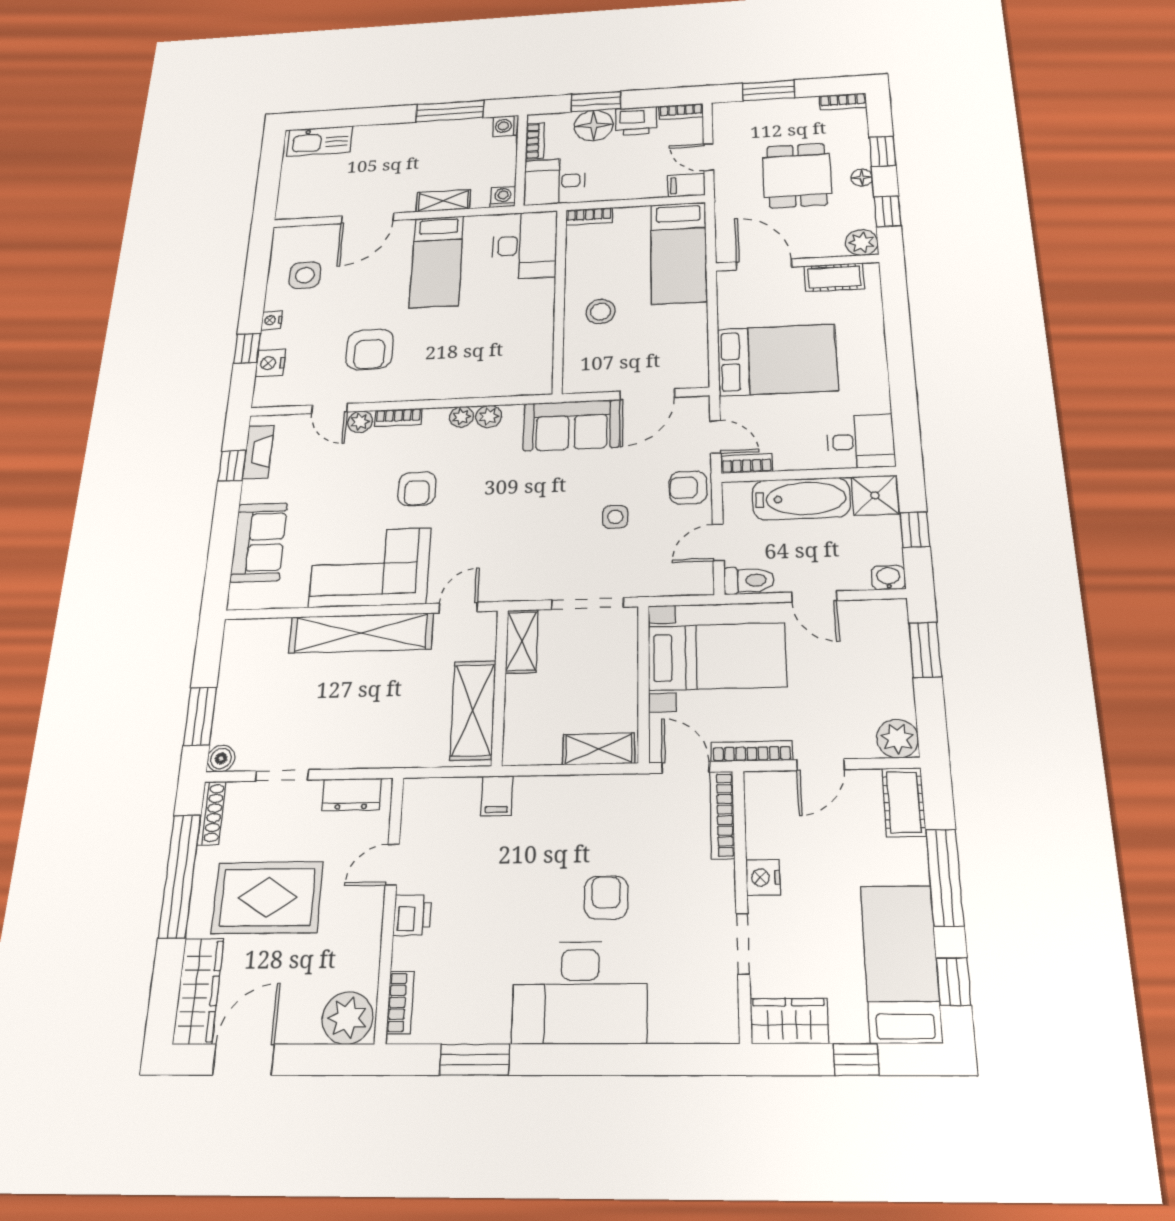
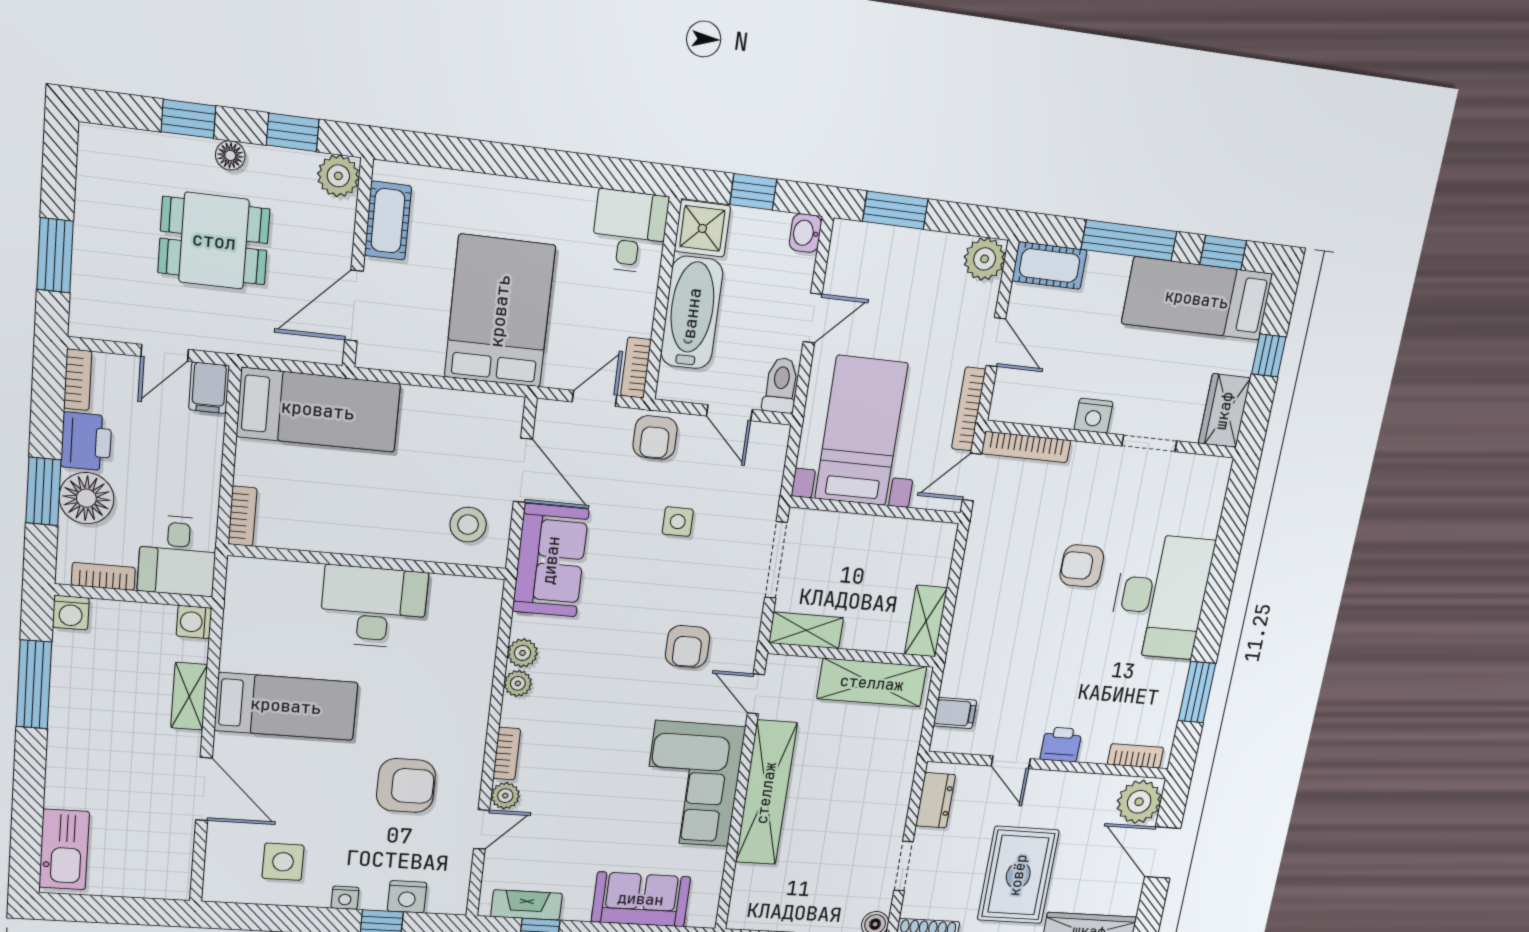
bookcase: (843, 102) -> (90, 156), removed
desk: (525, 245) -> (374, 607), moved
stool: (601, 312) -> (468, 525), moved
armchair: (417, 489) -> (688, 647), moved, turned 90
shelving: (599, 749) -> (926, 621), moved
filing cabinet: (497, 796) -> (955, 713), moved
door: (243, 1060) -> (1163, 853), moved

